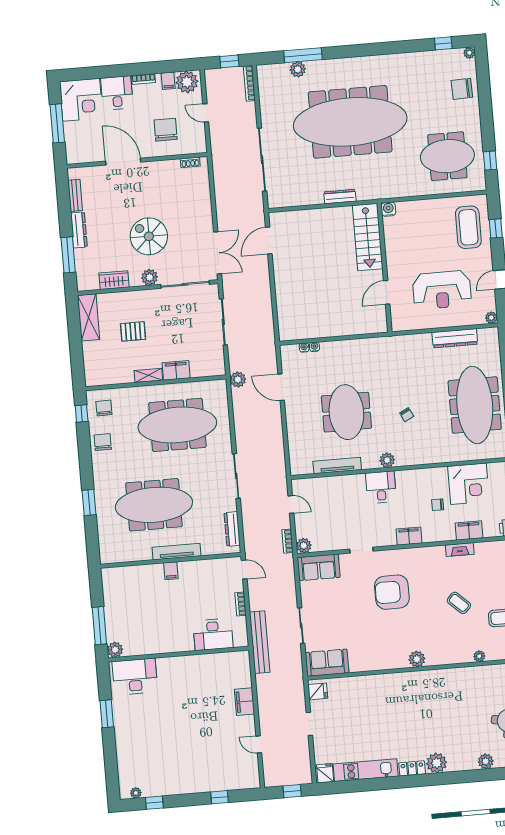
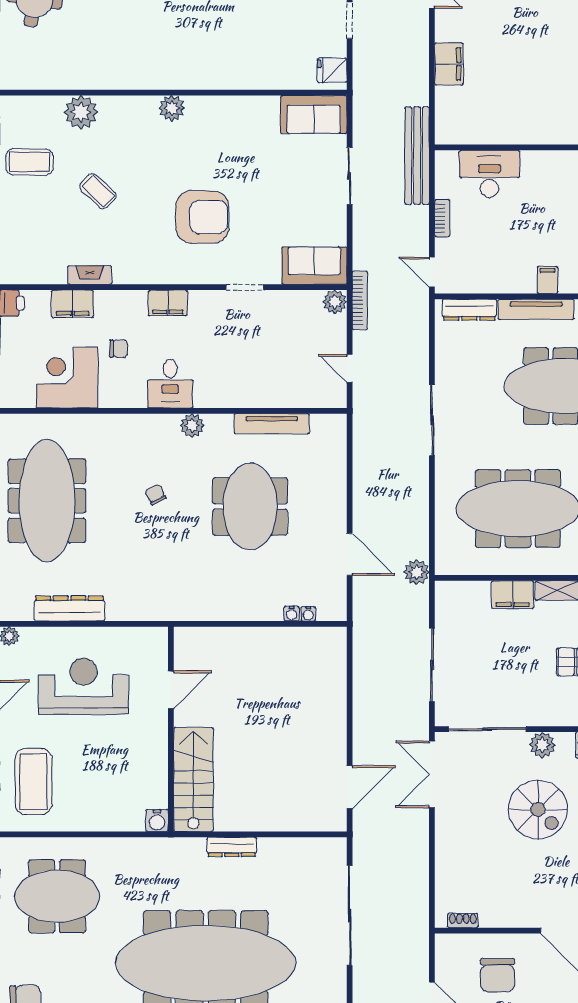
desk: (381, 487) -> (170, 384), moved
dresser: (232, 529) -> (469, 310), moved, turned 90
bookcase: (288, 541) -> (360, 300), width x1.56
plant: (479, 656) -> (81, 112), width x1.88, depth x1.88

